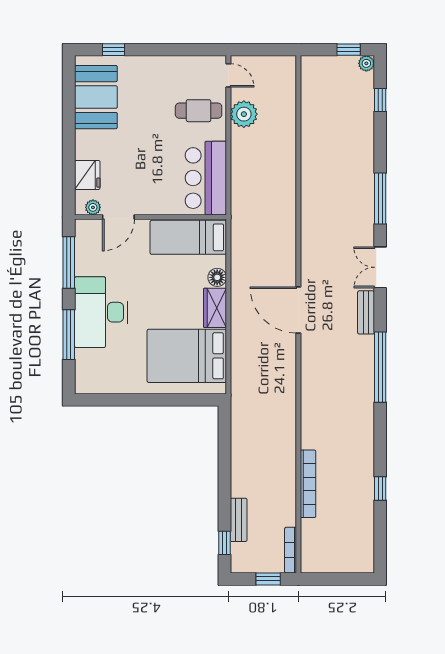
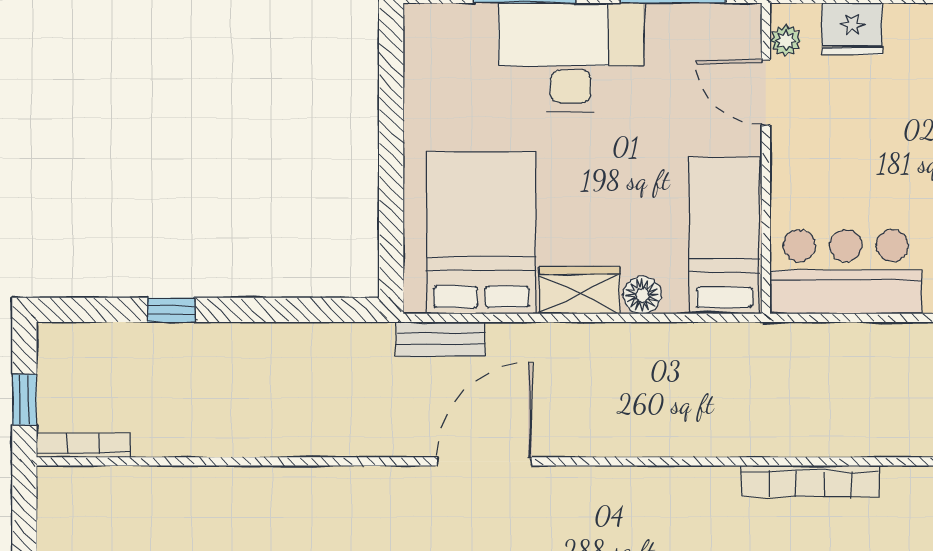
door: (298, 310) -> (484, 461), moved
bookcase: (308, 484) -> (810, 481), moved
bench: (239, 520) -> (440, 339), moved
window: (224, 543) -> (171, 310), moved

